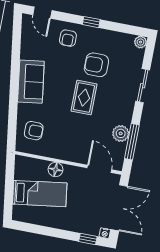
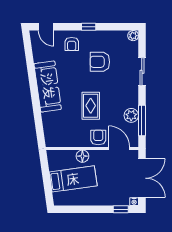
sofa: (31, 82) -> (48, 86), width x1.36
rug: (84, 98) -> (91, 106), moved
armchair: (34, 131) -> (98, 137), moved, turned -90

